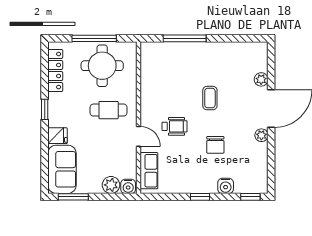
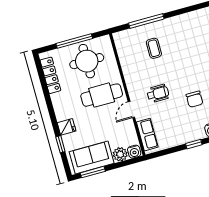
coffee table: (210, 98) -> (154, 48), moved
window: (45, 109) -> (60, 144), moved
cafe table: (109, 110) -> (102, 95), width x1.37, depth x1.35
door: (139, 136) -> (131, 109), swing flipped
sofa: (62, 169) -> (92, 158), moved, turned -90

